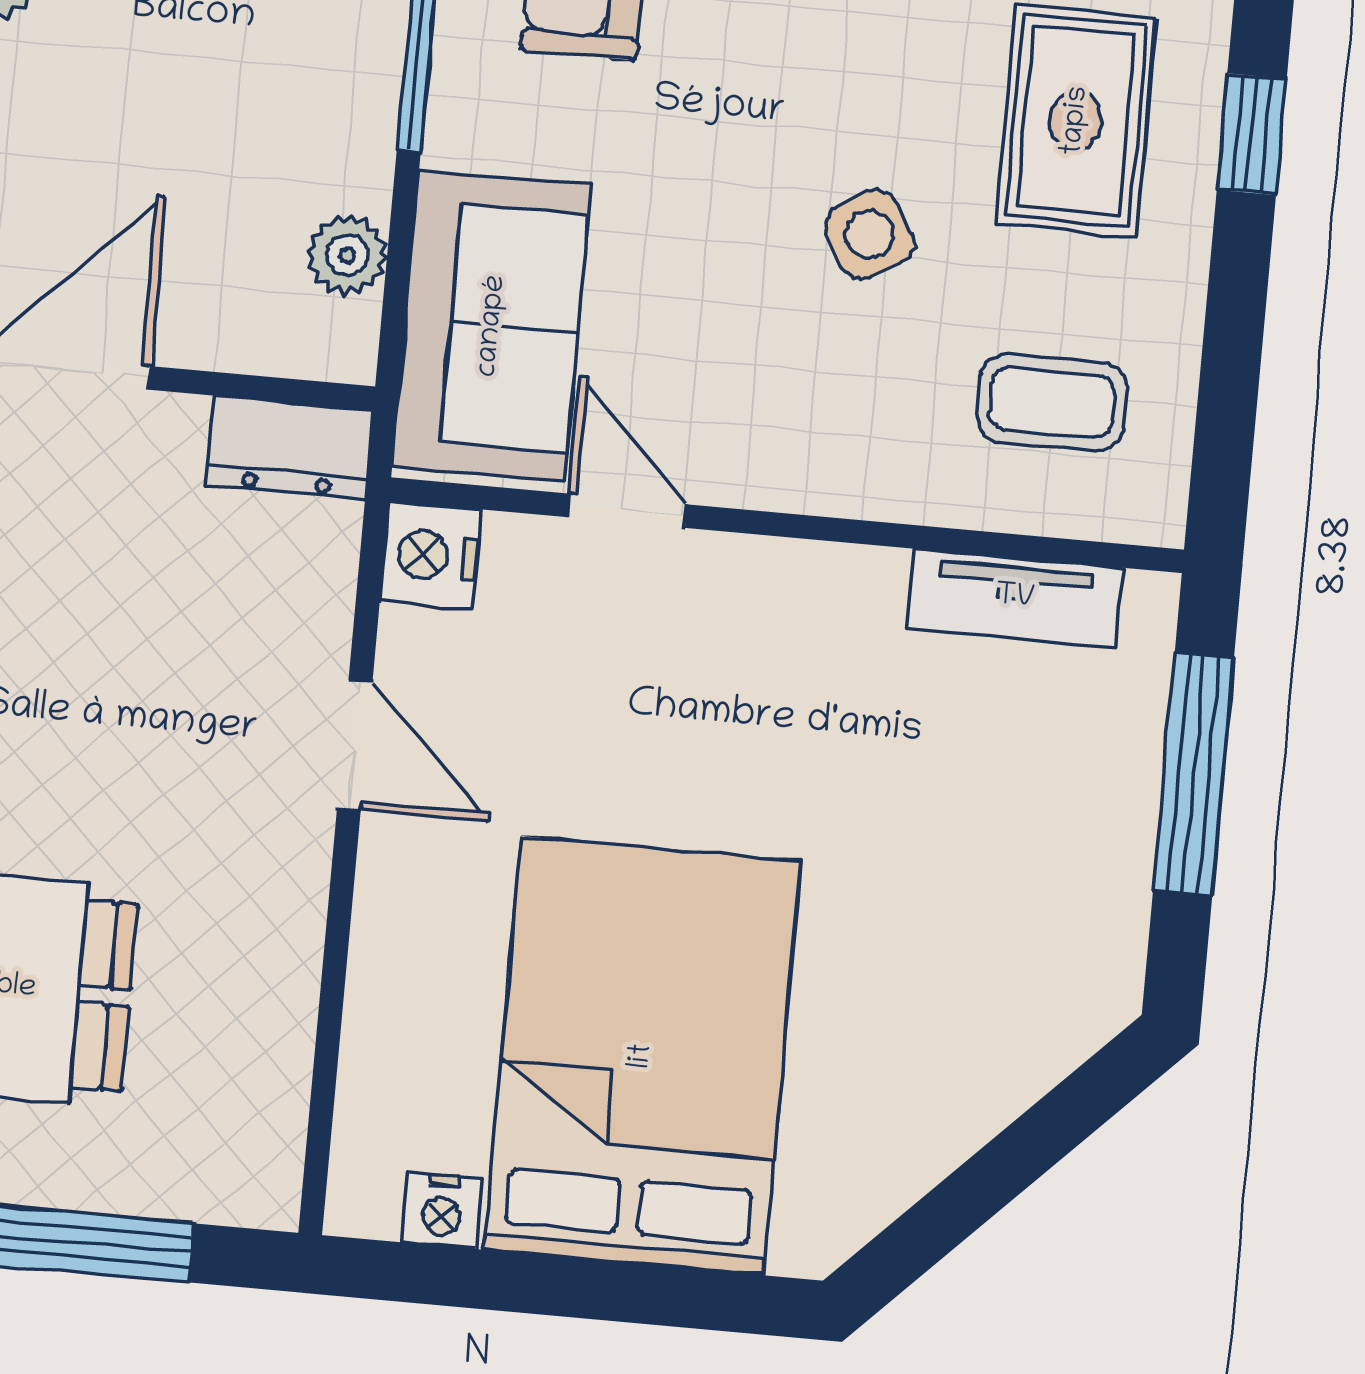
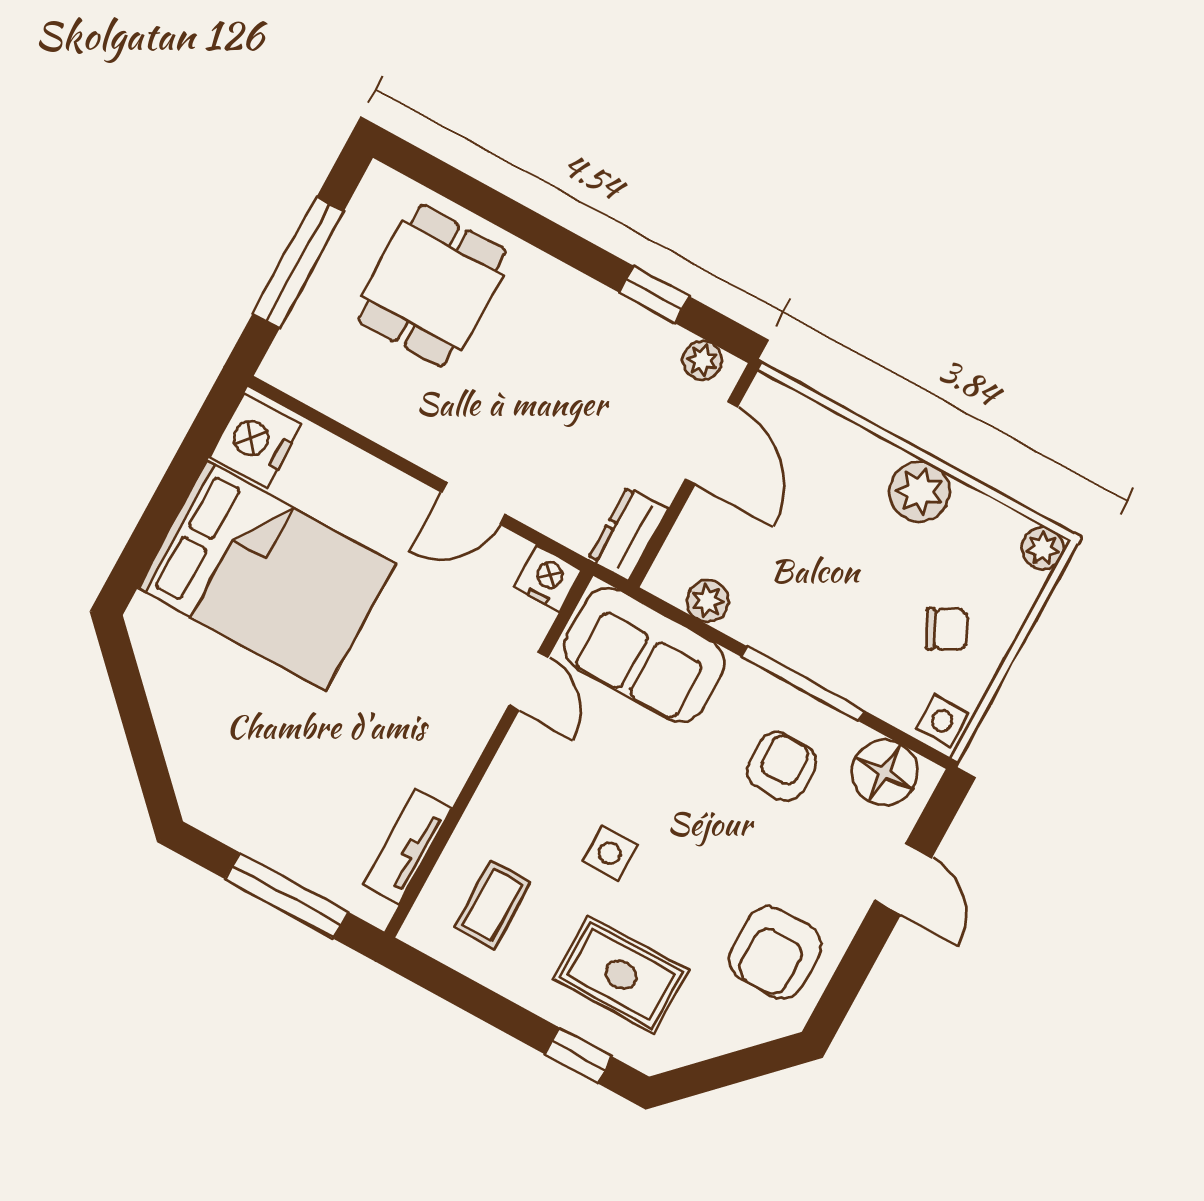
side table: (869, 234) -> (610, 853), turned 31
door: (627, 511) -> (529, 681), hinge flipped
nightstand: (442, 1211) -> (256, 441), width x1.89, depth x1.79

